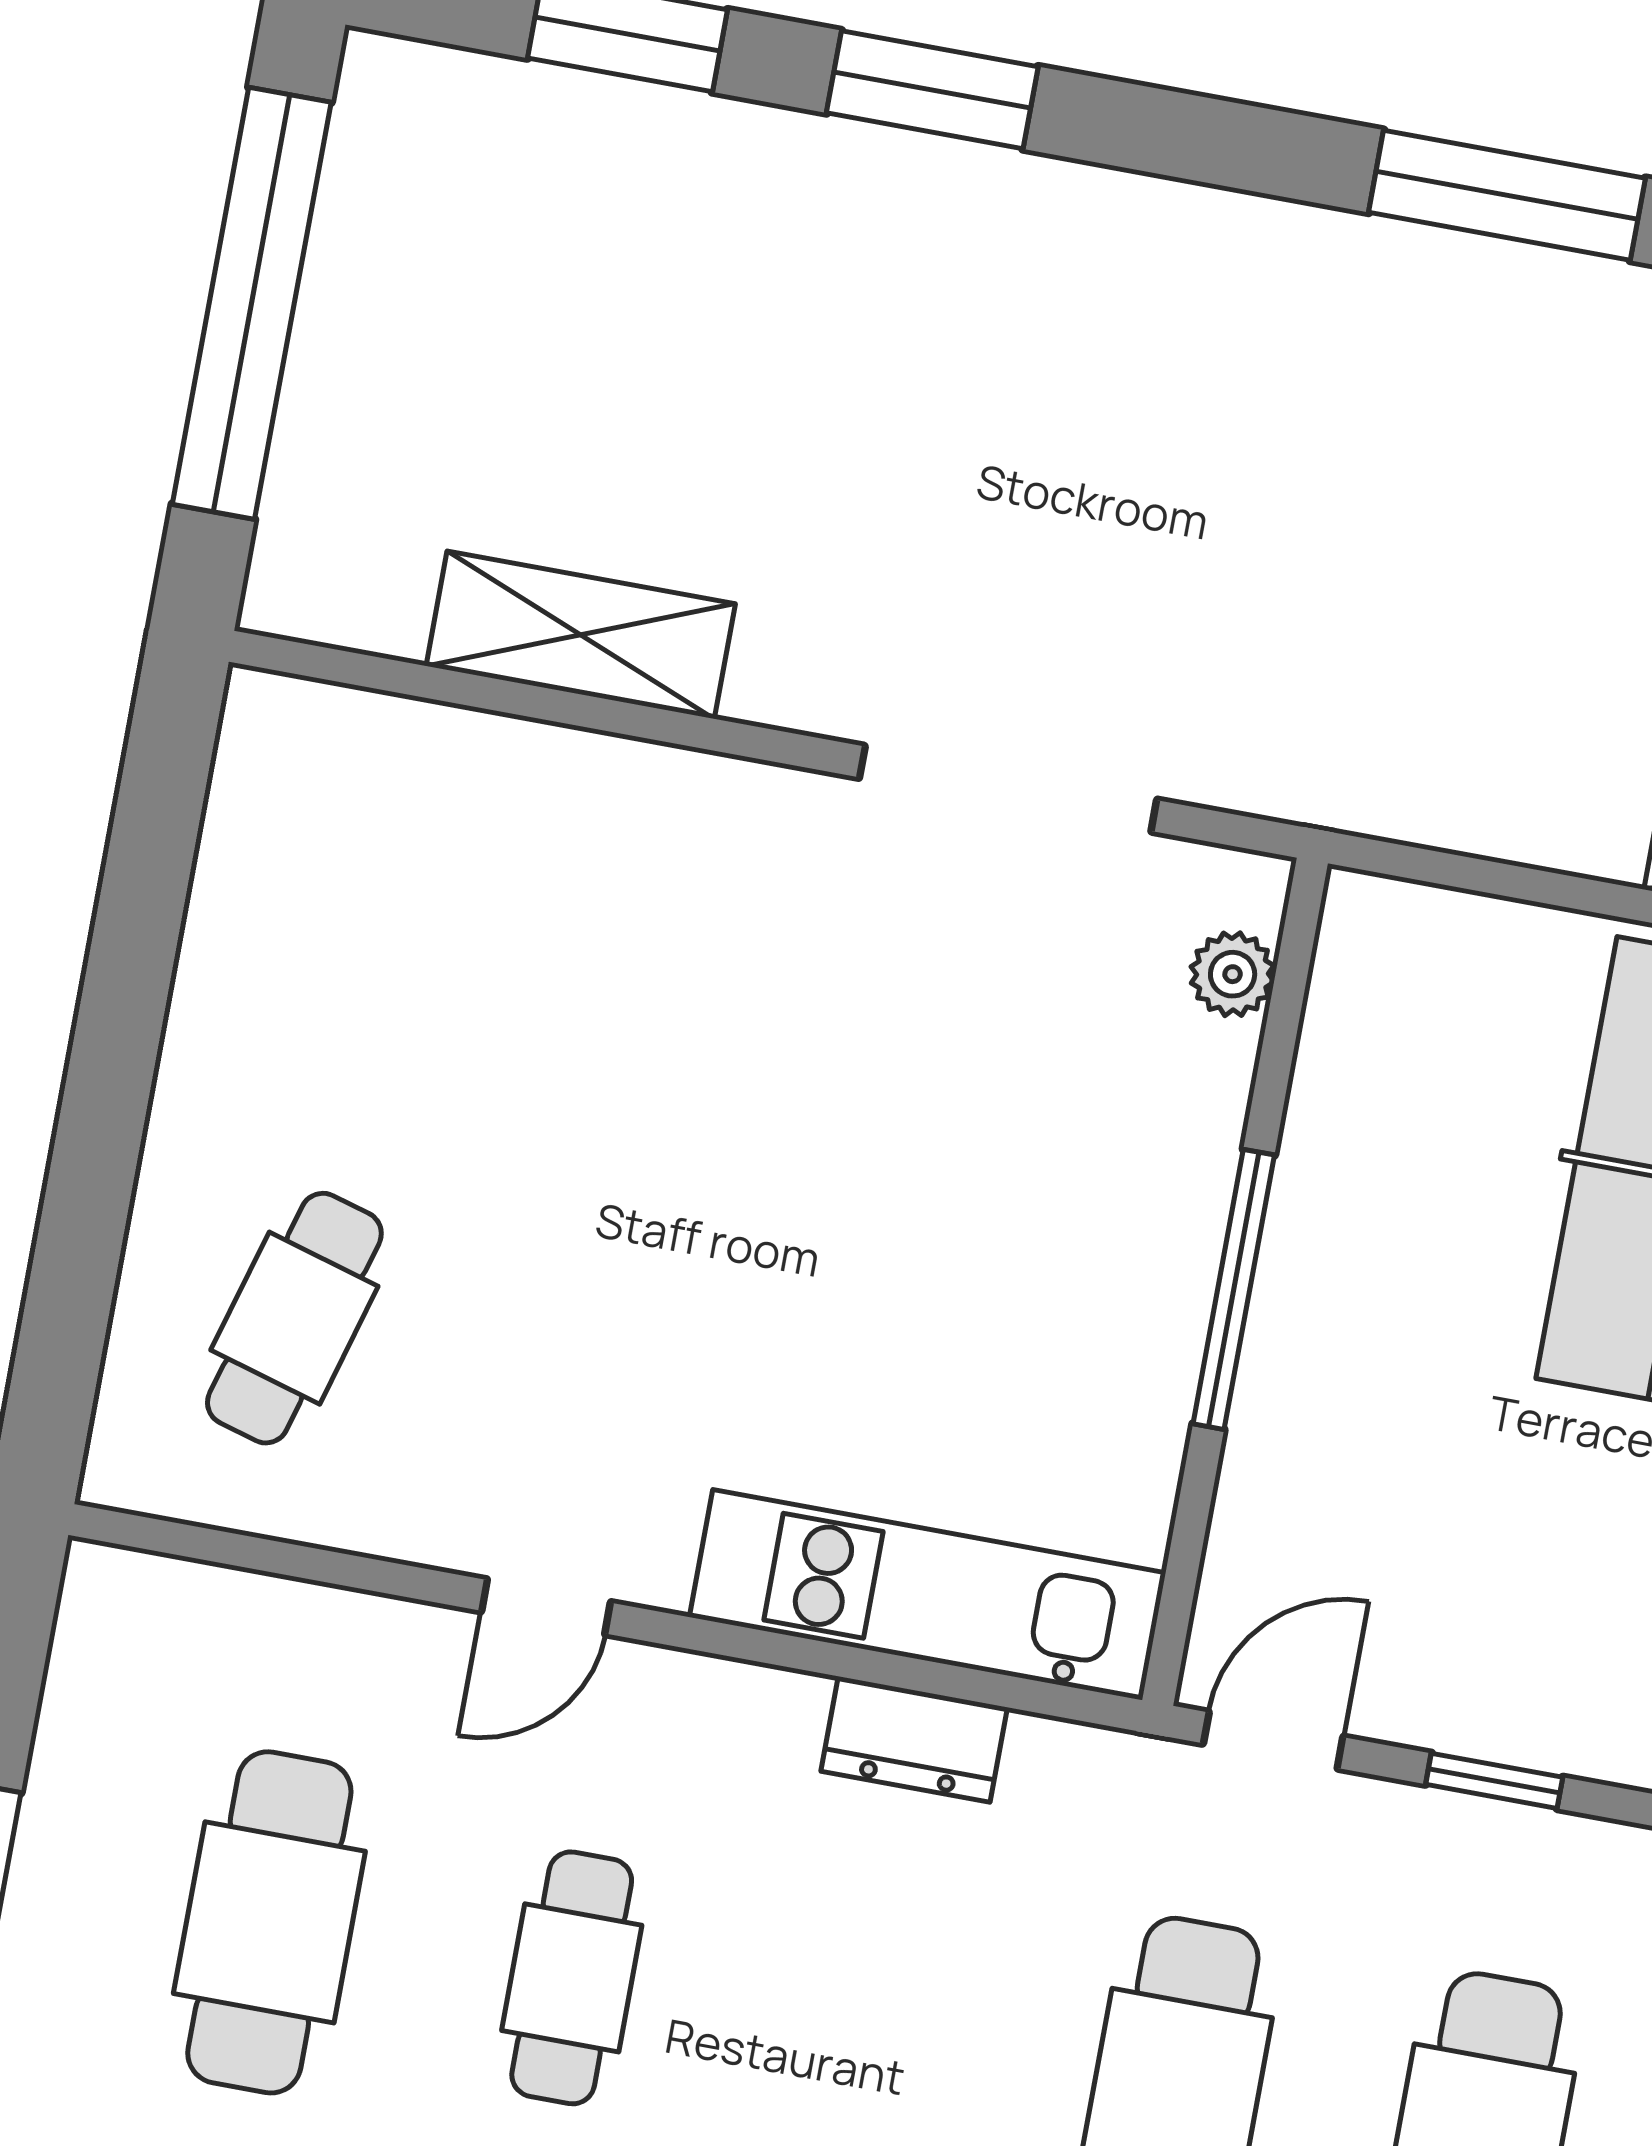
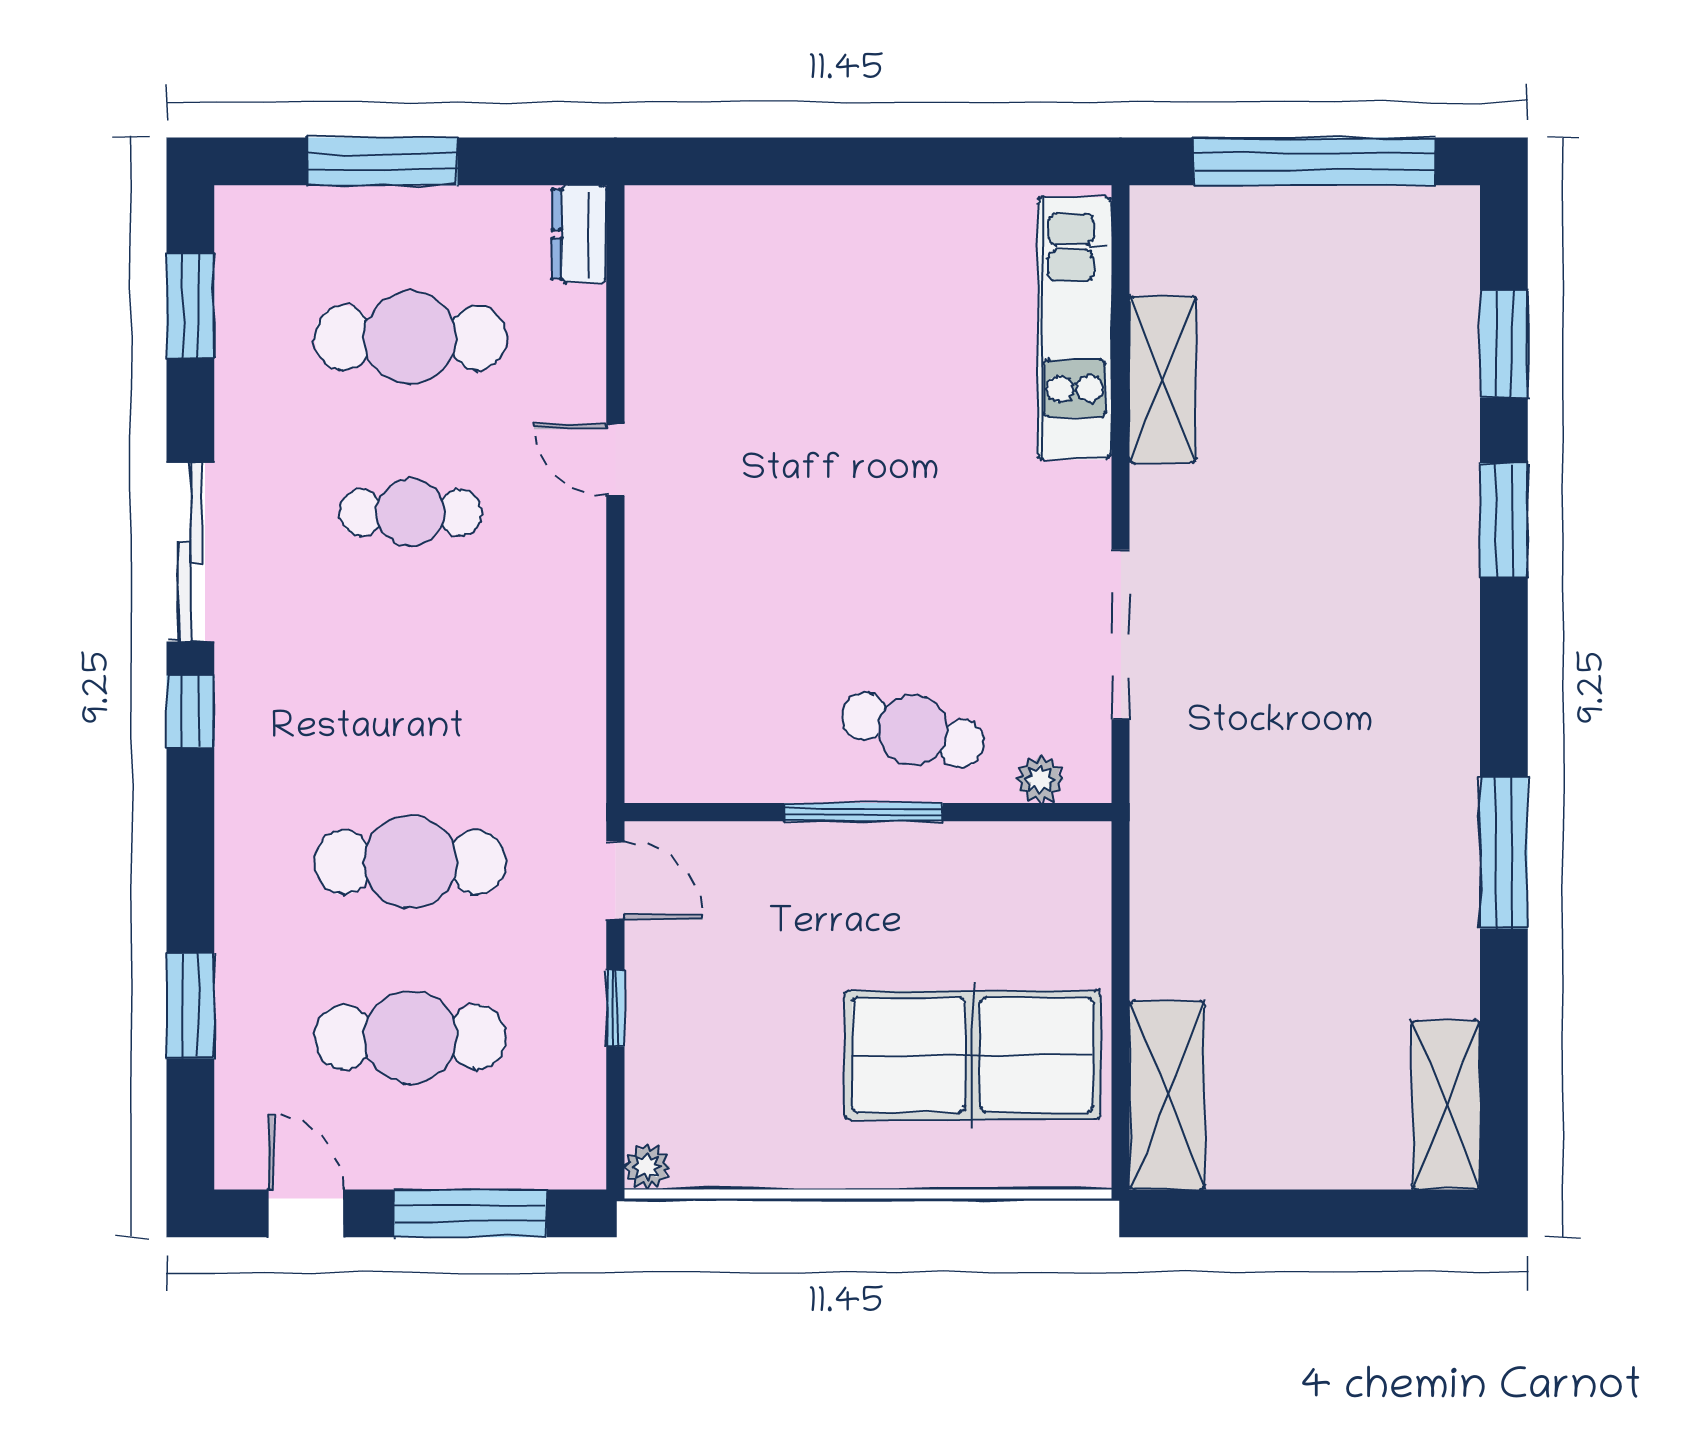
cafe table: (294, 1318) -> (913, 730), moved
kitchen unit: (928, 1595) -> (1075, 328), moved, turned 180
dresser: (914, 1739) -> (579, 234), moved

